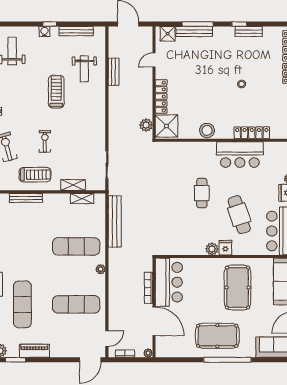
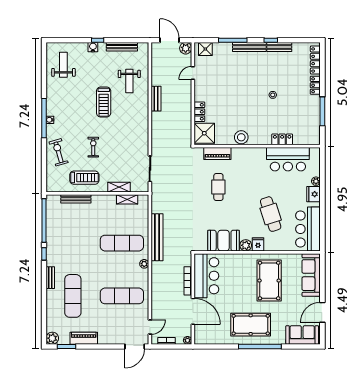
bench: (194, 32) -> (249, 47), moved
bench: (114, 72) -> (156, 99), moved
treadmill: (56, 92) -> (104, 102), turned 180
locker: (161, 96) -> (199, 112), width x0.66
plant: (146, 125) -> (186, 48), moved
locker: (252, 133) -> (282, 139), width x0.66
piano: (181, 148) -> (217, 153), added
bar counter: (240, 155) -> (288, 159), moved
cafe table: (202, 193) -> (218, 187), moved
bench: (115, 221) -> (157, 237), moved
booth: (188, 244) -> (224, 241), added

